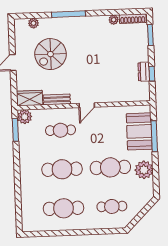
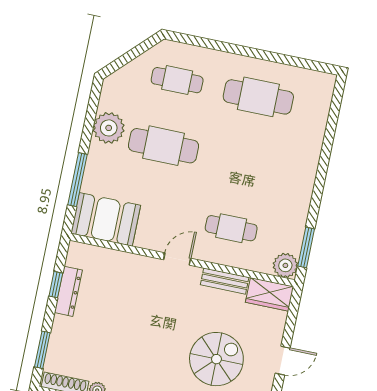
dresser: (144, 72) -> (68, 291), width x1.44
booth: (139, 131) -> (106, 219), moved, turned 90
cafe table: (62, 169) -> (245, 163), removed

